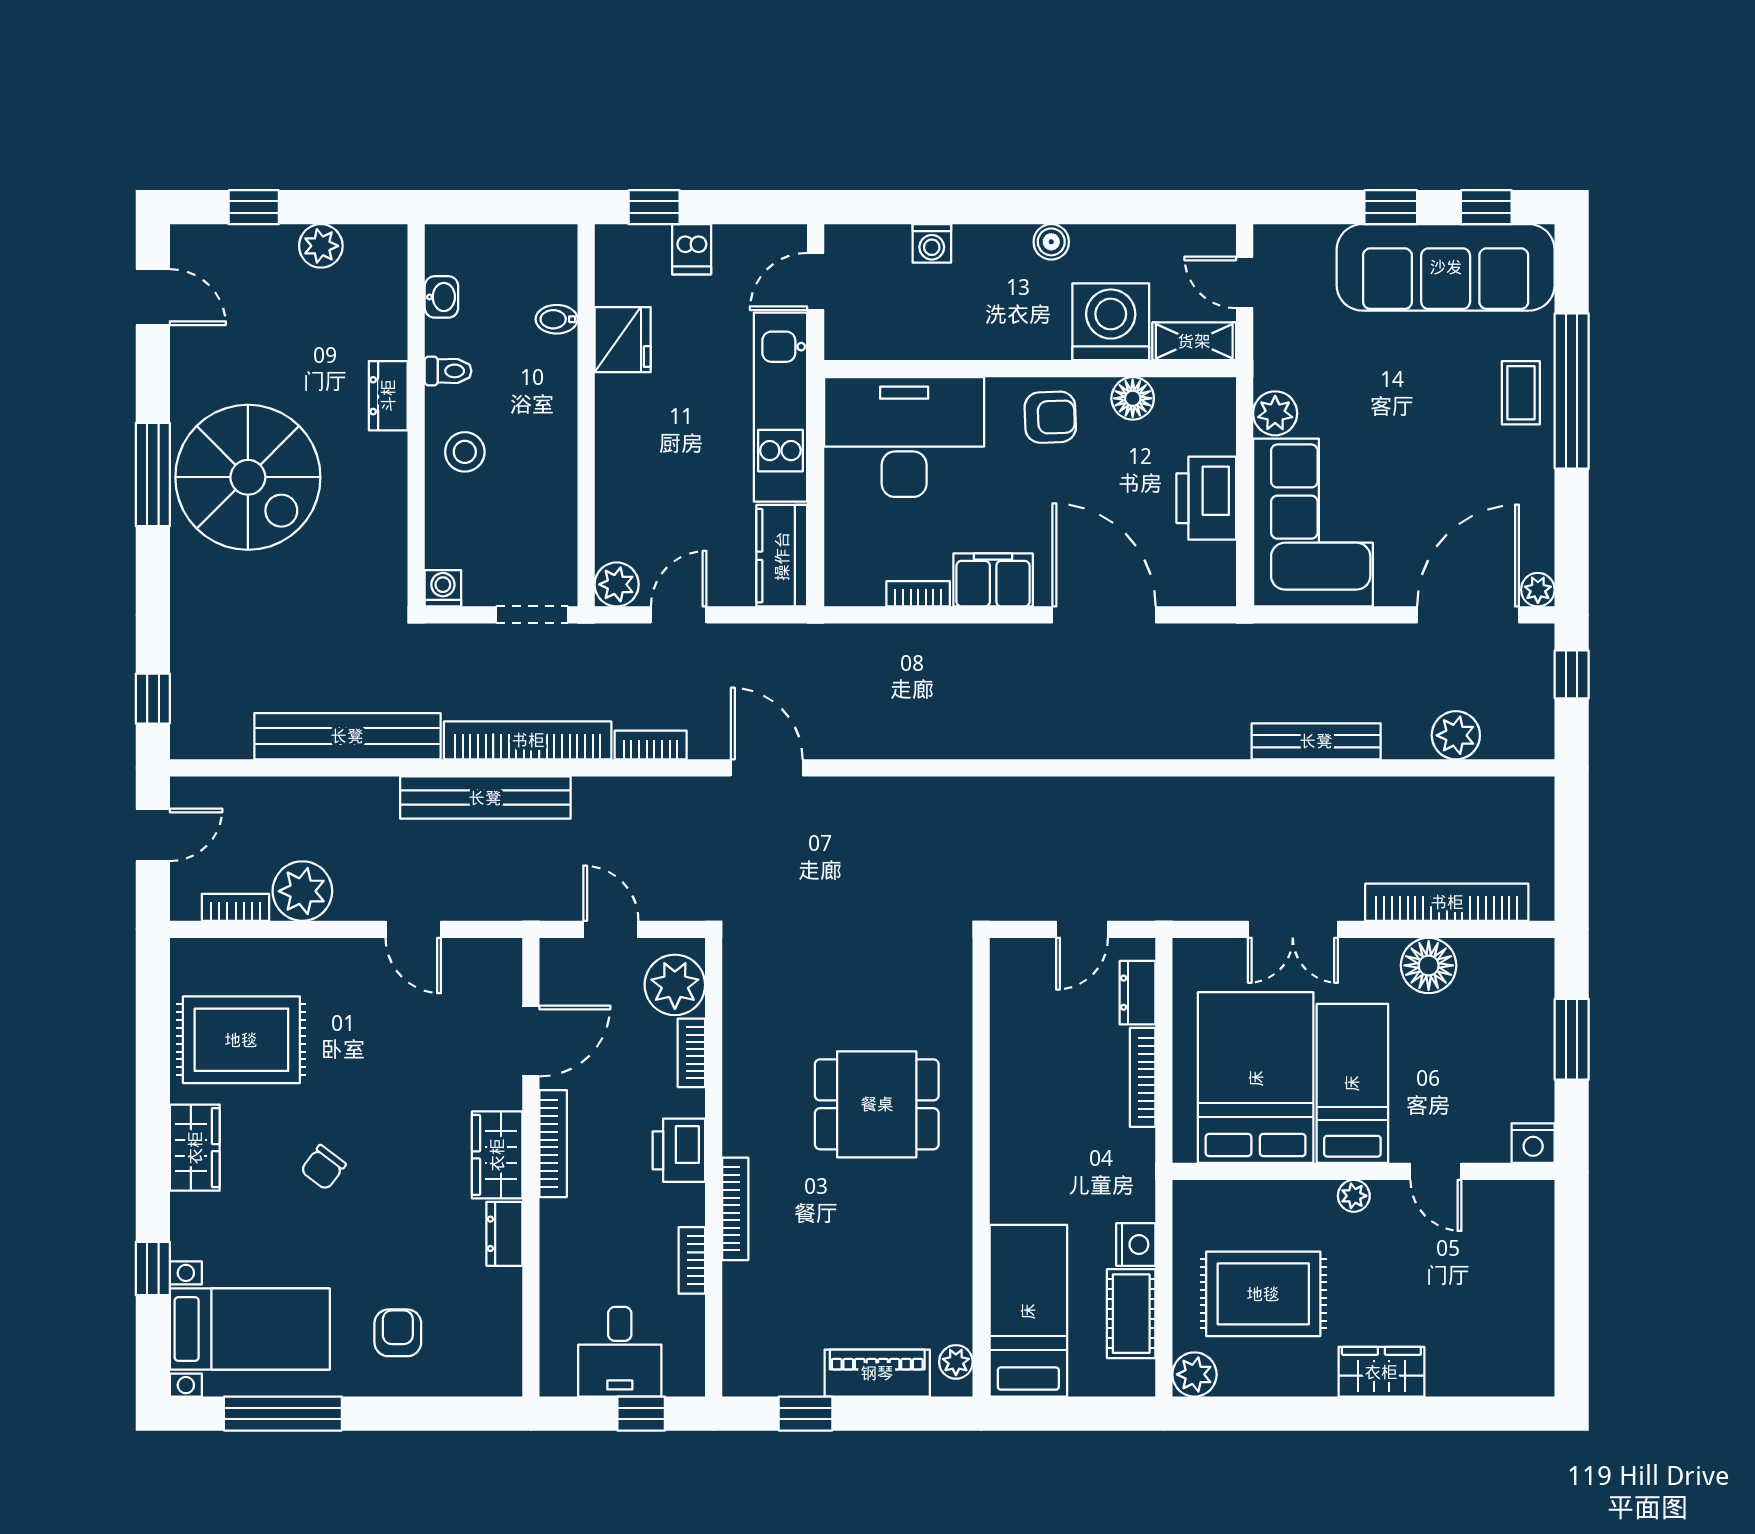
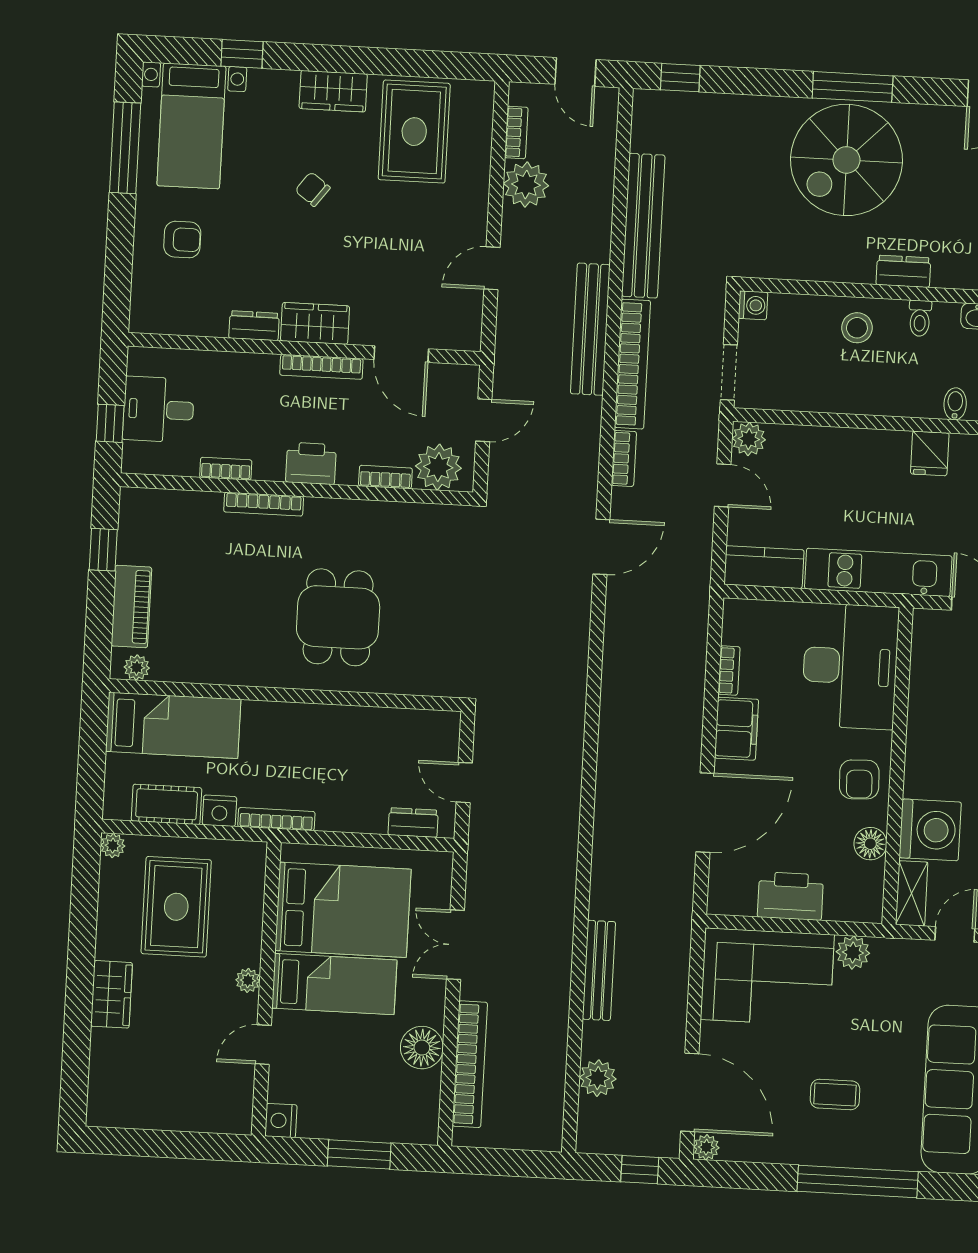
fridge: (623, 340) -> (930, 453), width x0.72
coffee table: (1521, 393) -> (835, 1094), moved
bookcase: (1143, 1077) -> (276, 819), moved
plant: (1194, 1374) -> (113, 846), width x0.73, depth x0.73

